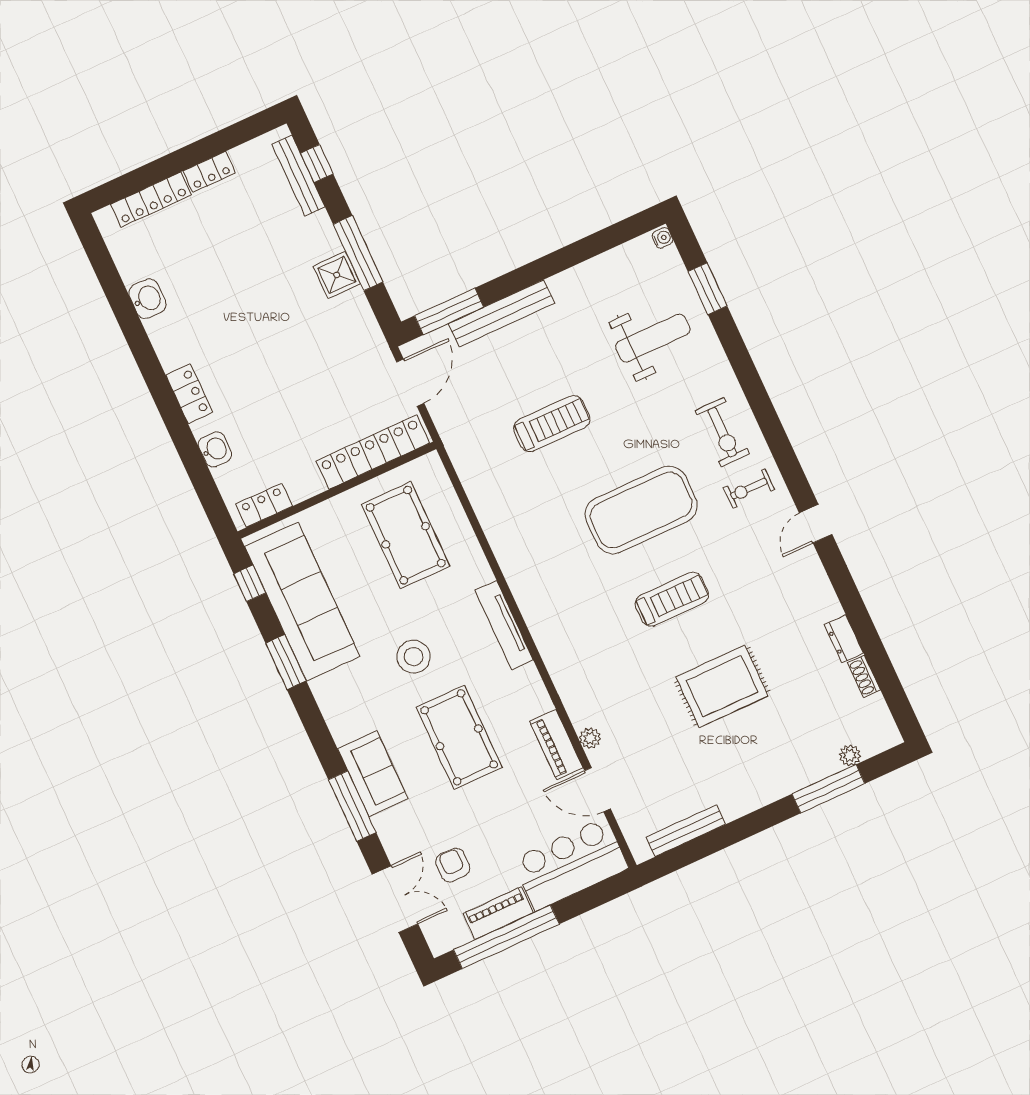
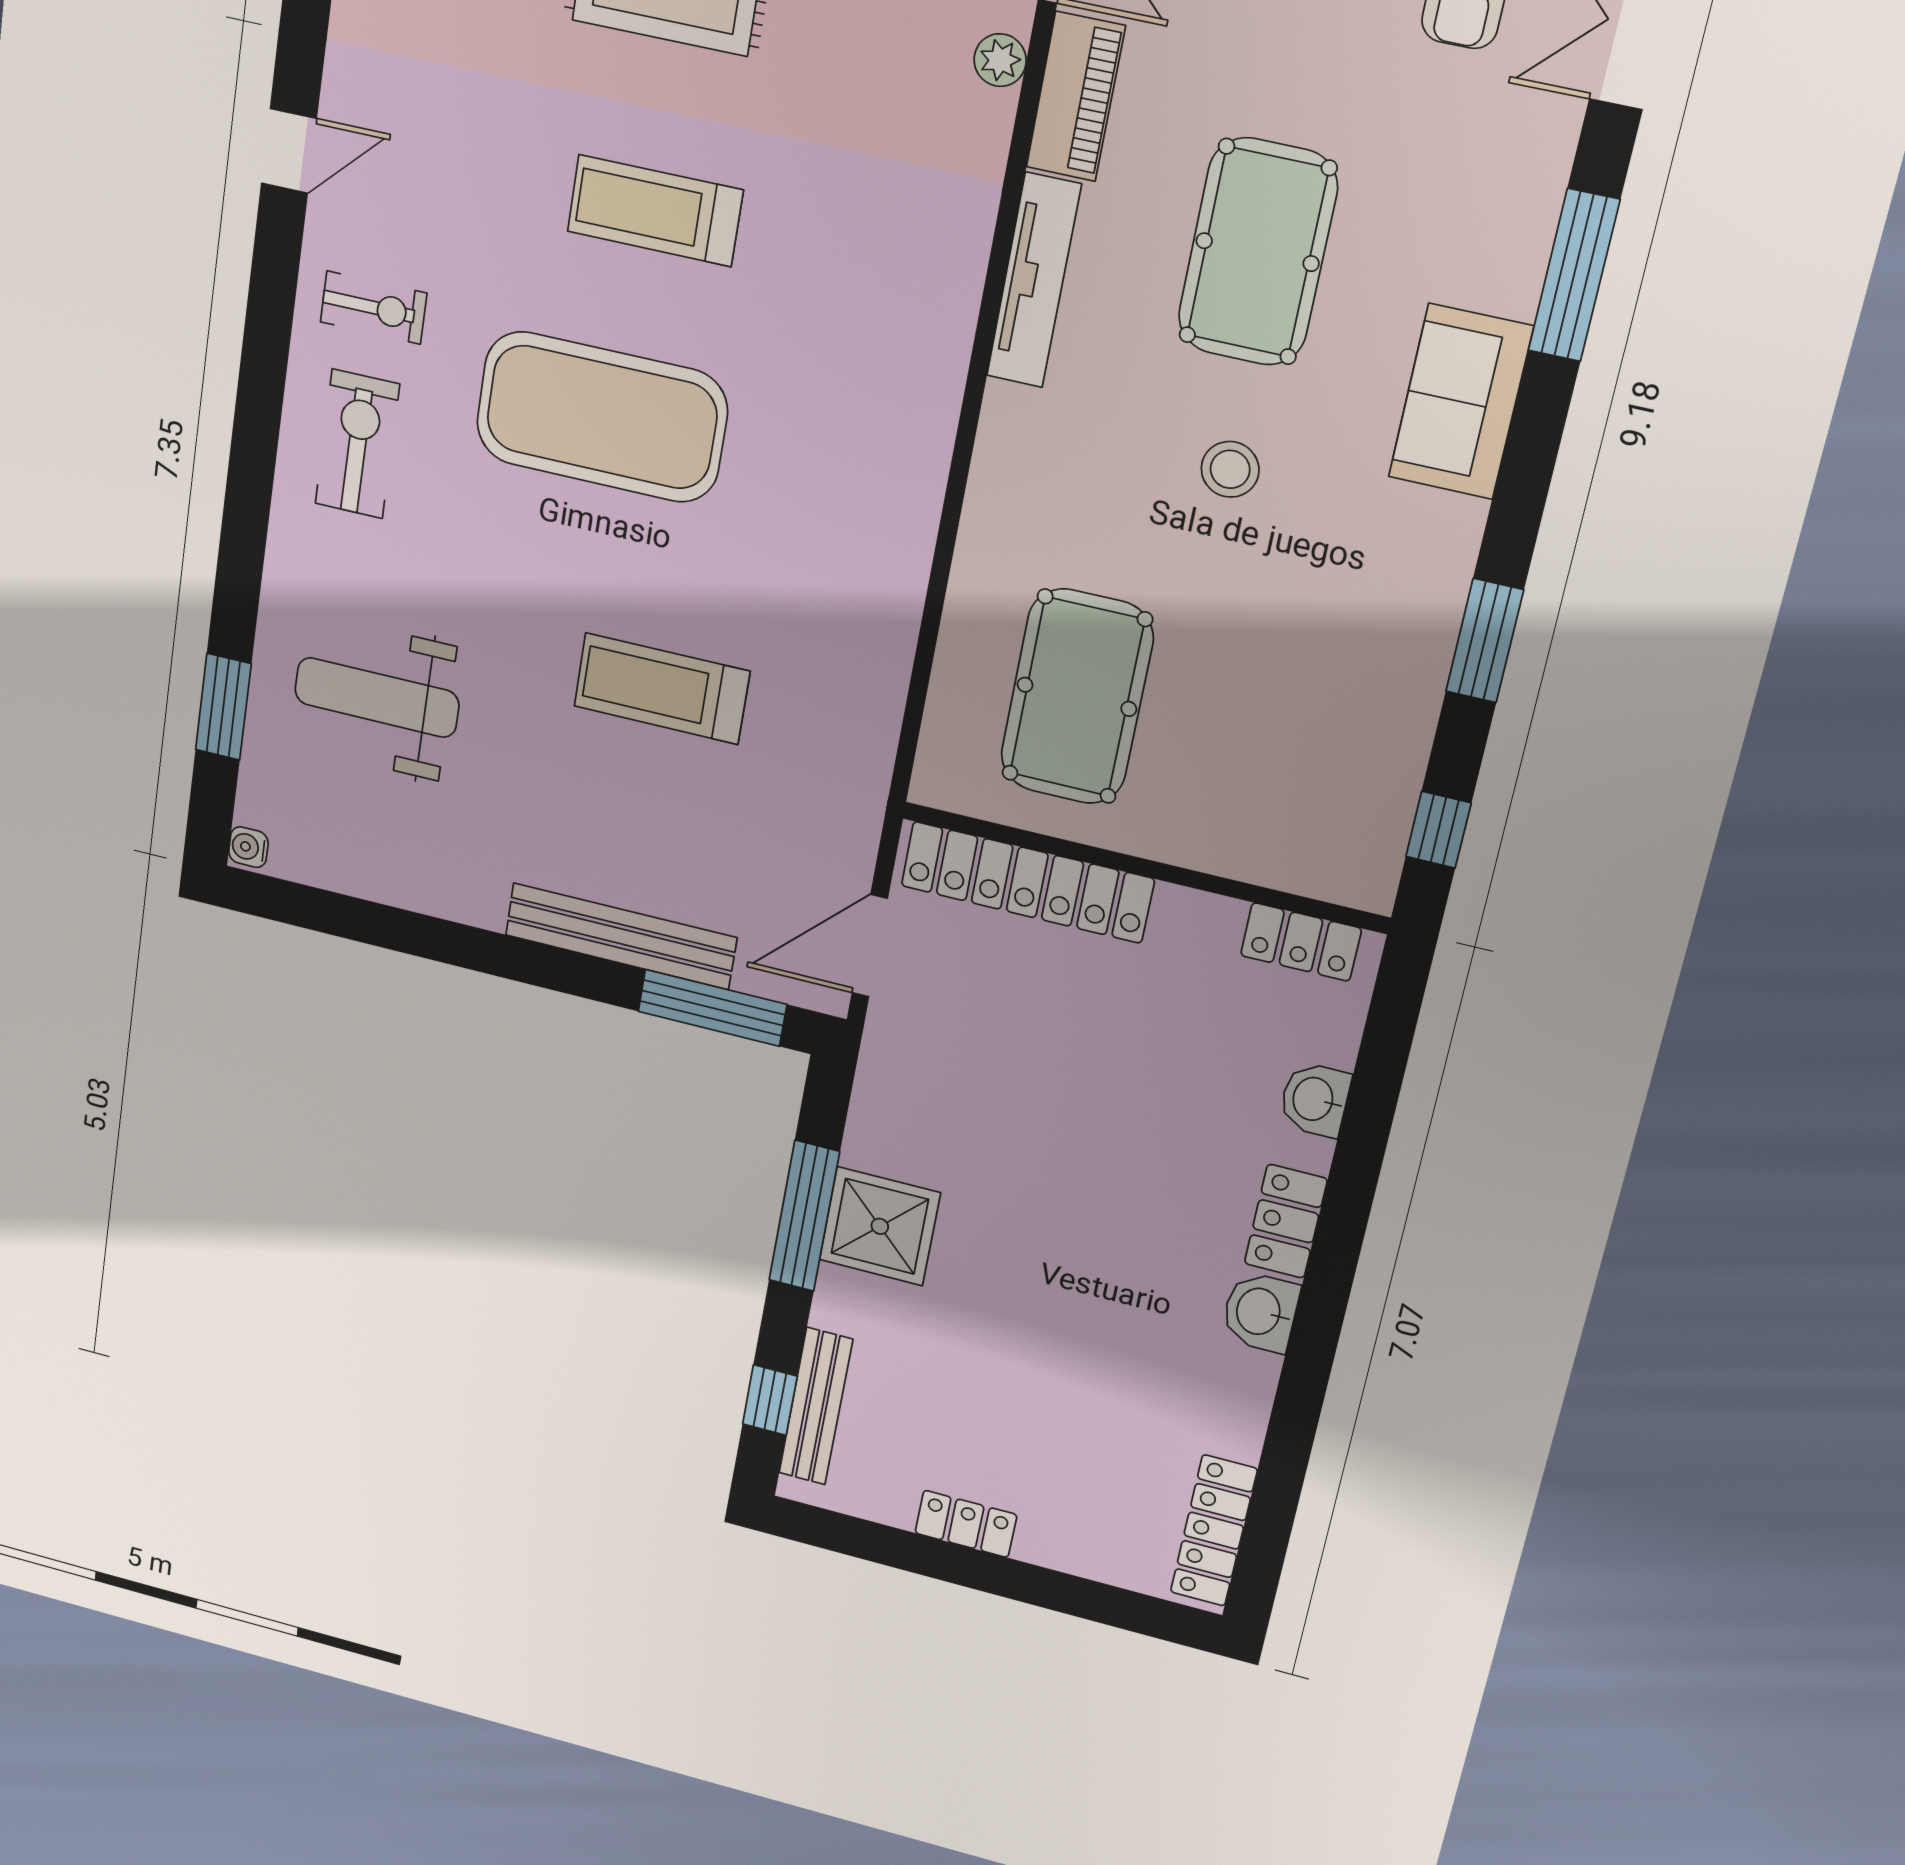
locker: (151, 200) -> (1214, 1531), moved, turned -90
shower: (337, 275) -> (880, 1226), width x1.36, depth x1.36
washbasin: (147, 299) -> (1260, 1312), moved
sofa: (302, 601) -> (1365, 725), removed
tv unit: (504, 625) -> (1034, 280), moved
stool: (414, 657) -> (1230, 469), width x0.73, depth x0.73
sofa: (373, 774) -> (1461, 402), moved

